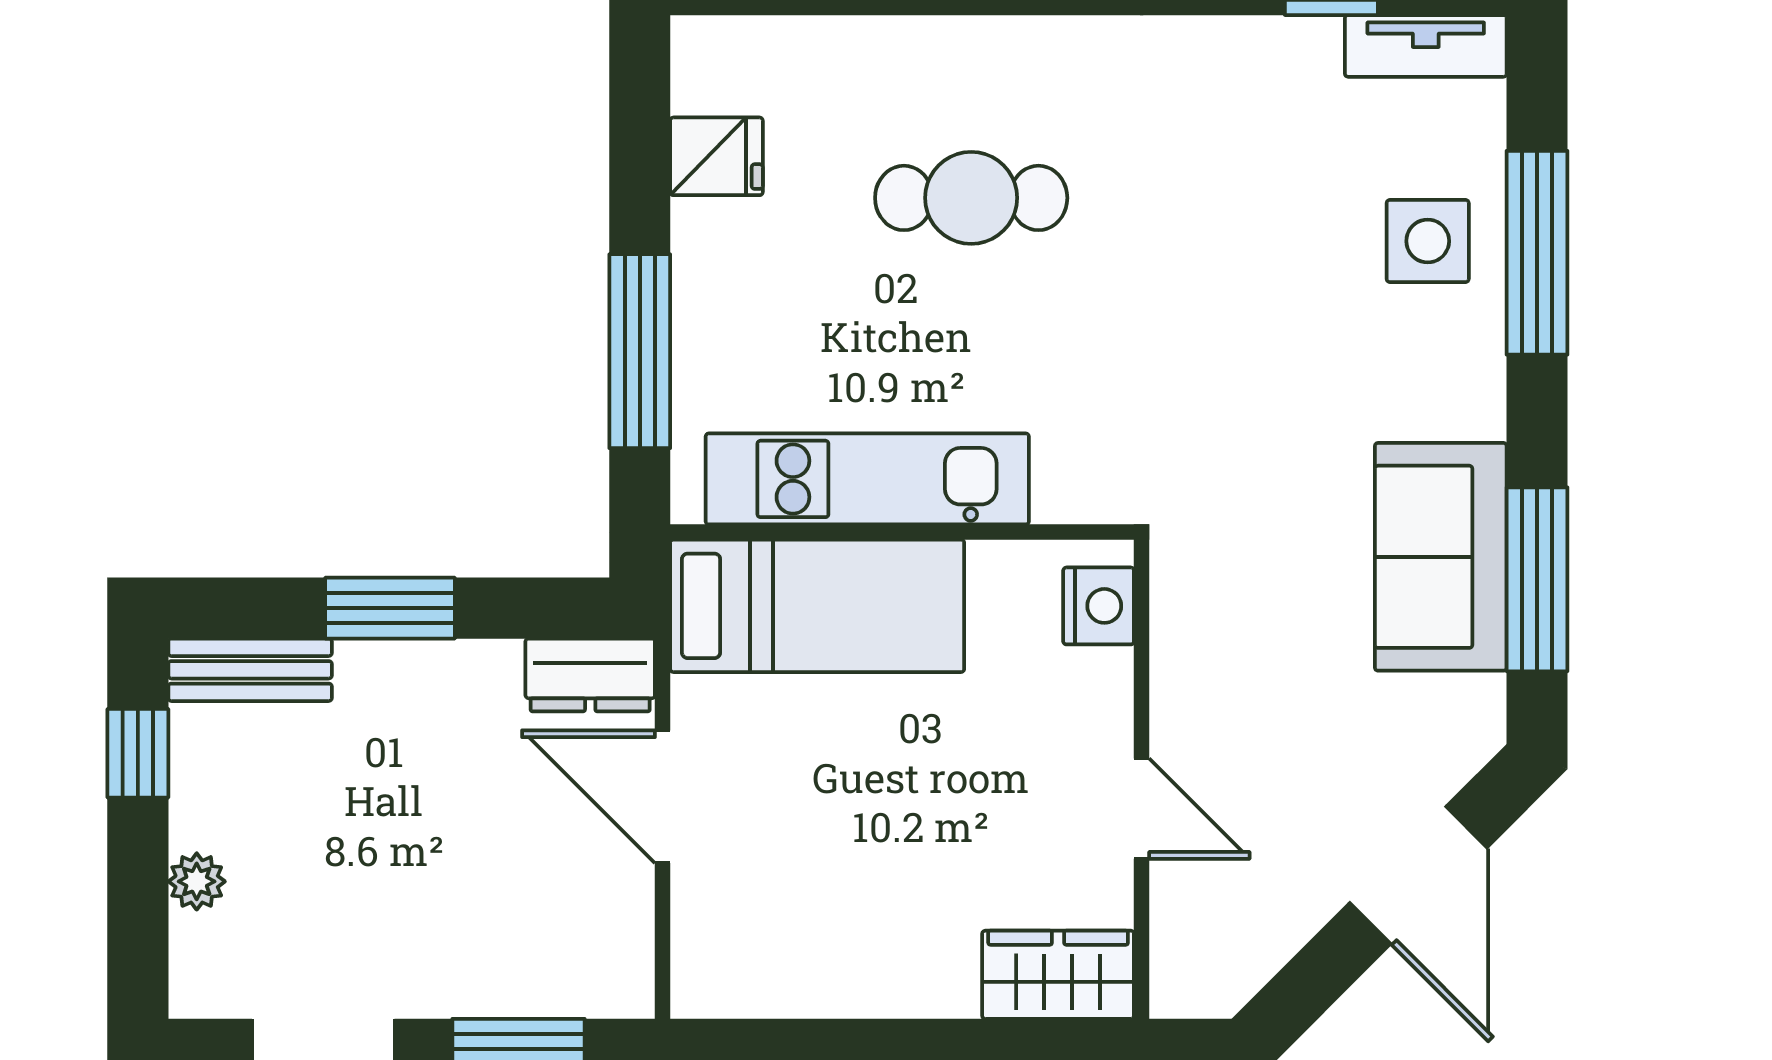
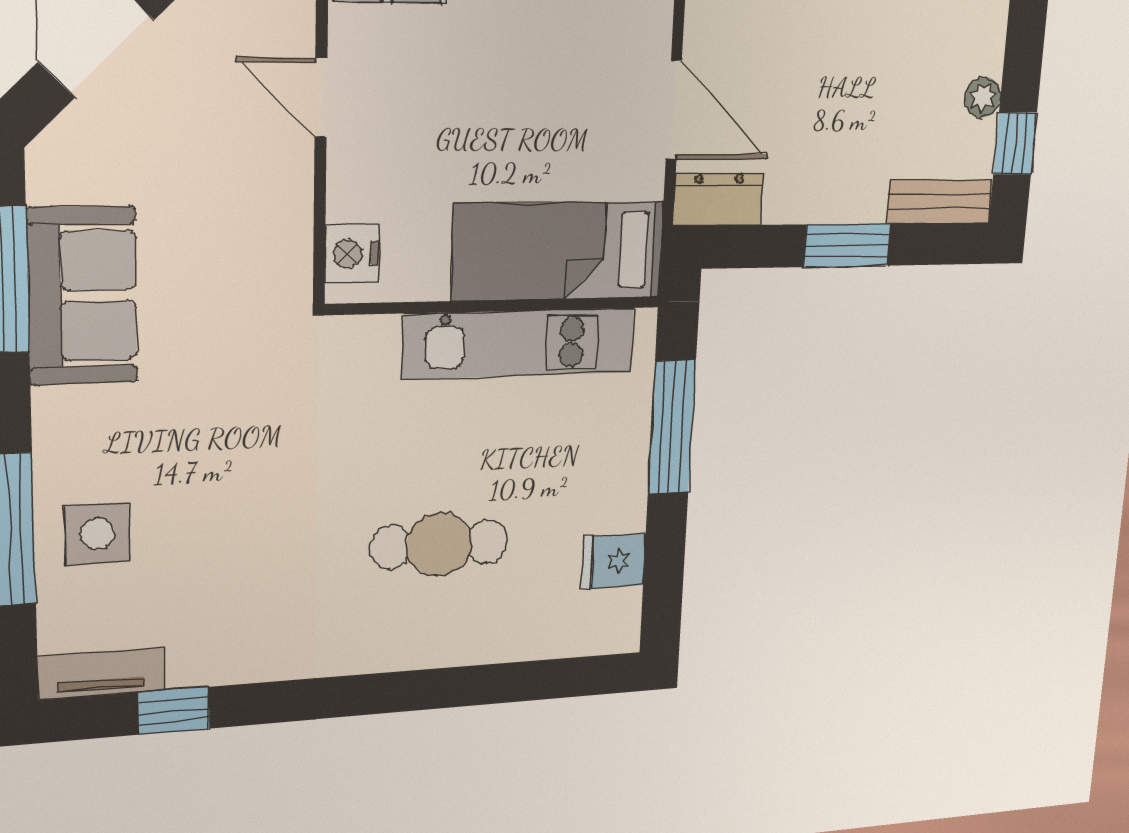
plant: (197, 881) -> (983, 97), moved

